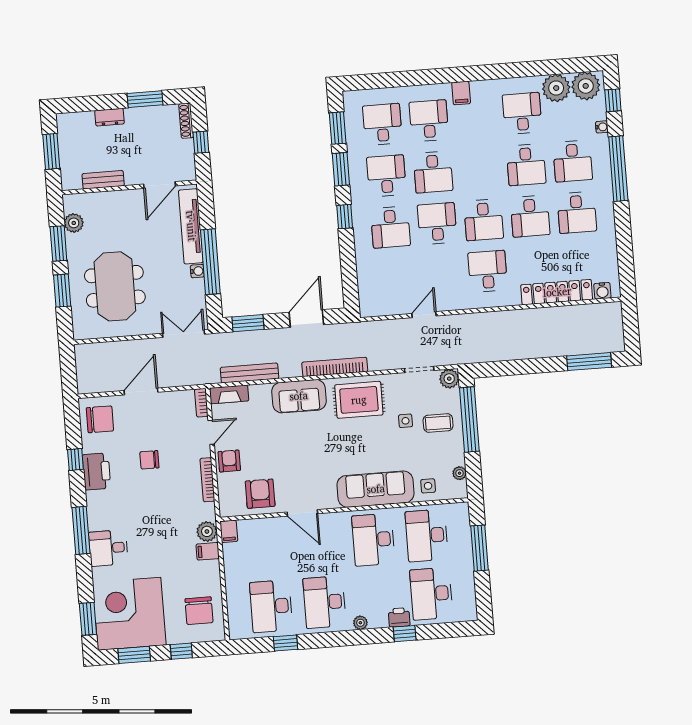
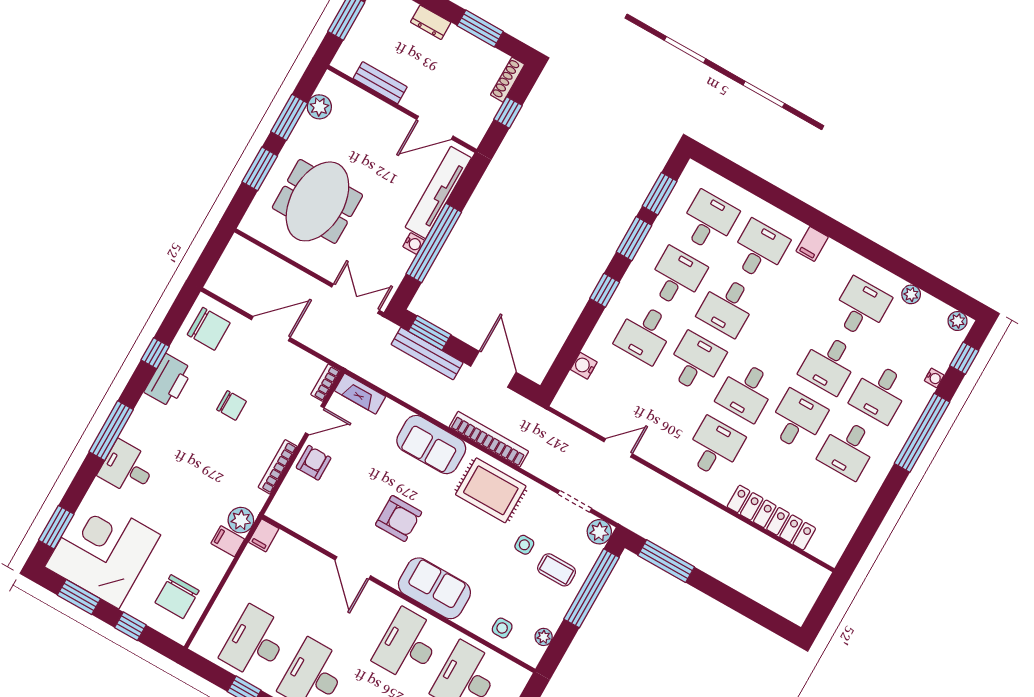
plant: (586, 86) -> (957, 321), width x0.53, depth x0.53
plant: (556, 88) -> (911, 294), width x0.53, depth x0.53
desk: (530, 216) -> (797, 420), turned 180
water cooler: (602, 291) -> (584, 366), moved, turned 90
door: (306, 319) -> (493, 369), hinge flipped
window: (589, 362) -> (666, 561), moved
bench: (249, 373) -> (427, 353), moved
chair: (149, 460) -> (231, 405), turned 180
sofa: (376, 489) -> (434, 588), width x0.73
armchair: (260, 494) -> (399, 518), moved, turned 90

